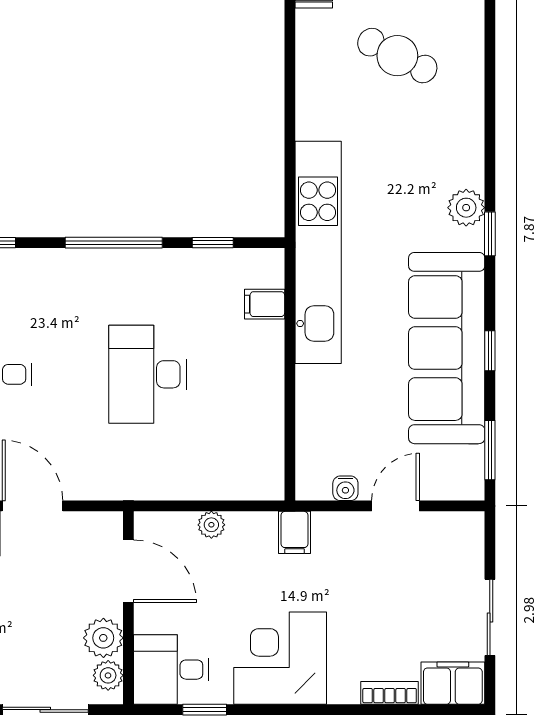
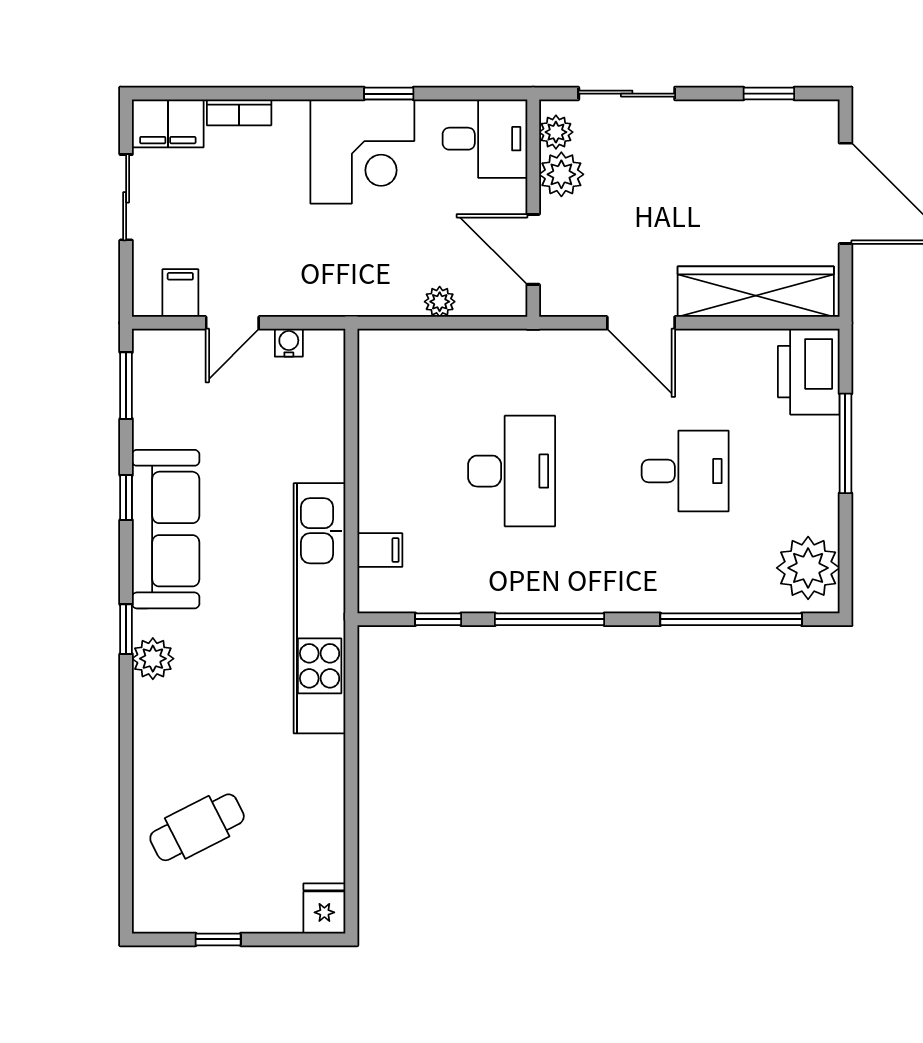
cafe table: (397, 56) -> (197, 827), moved, turned -54
sofa: (447, 348) -> (166, 529), width x0.74, depth x0.79
filing cabinet: (295, 532) -> (180, 293), moved
window: (205, 710) -> (389, 94), moved

